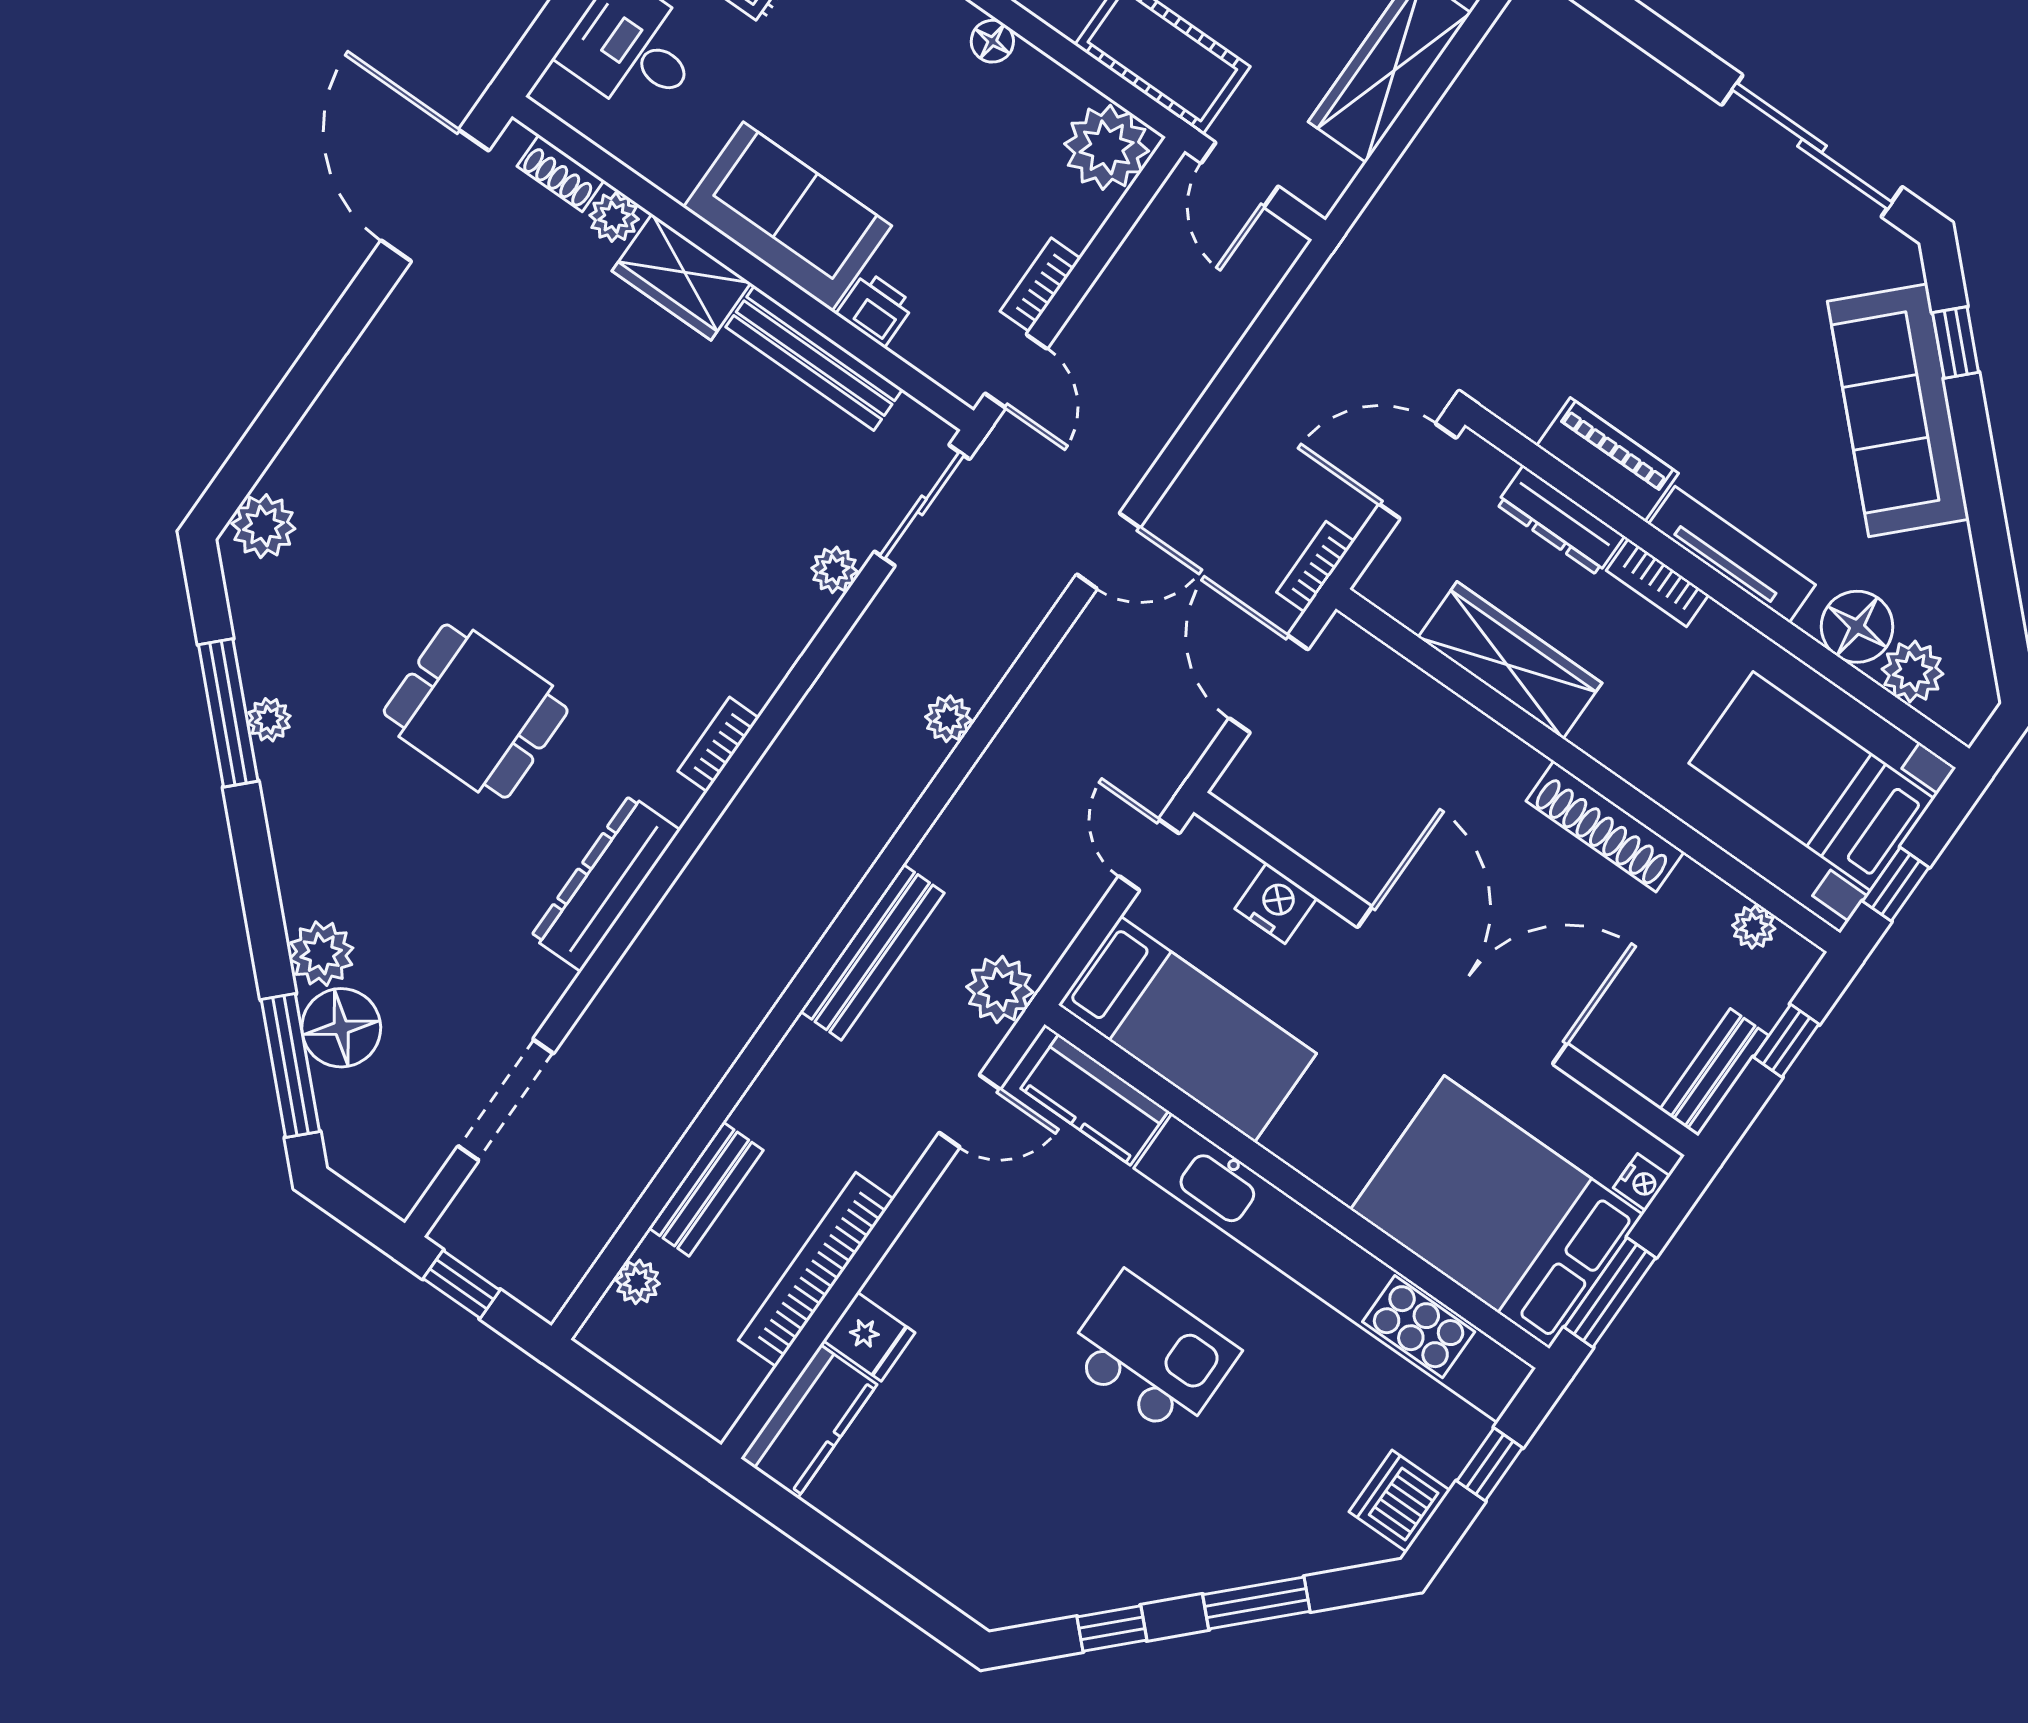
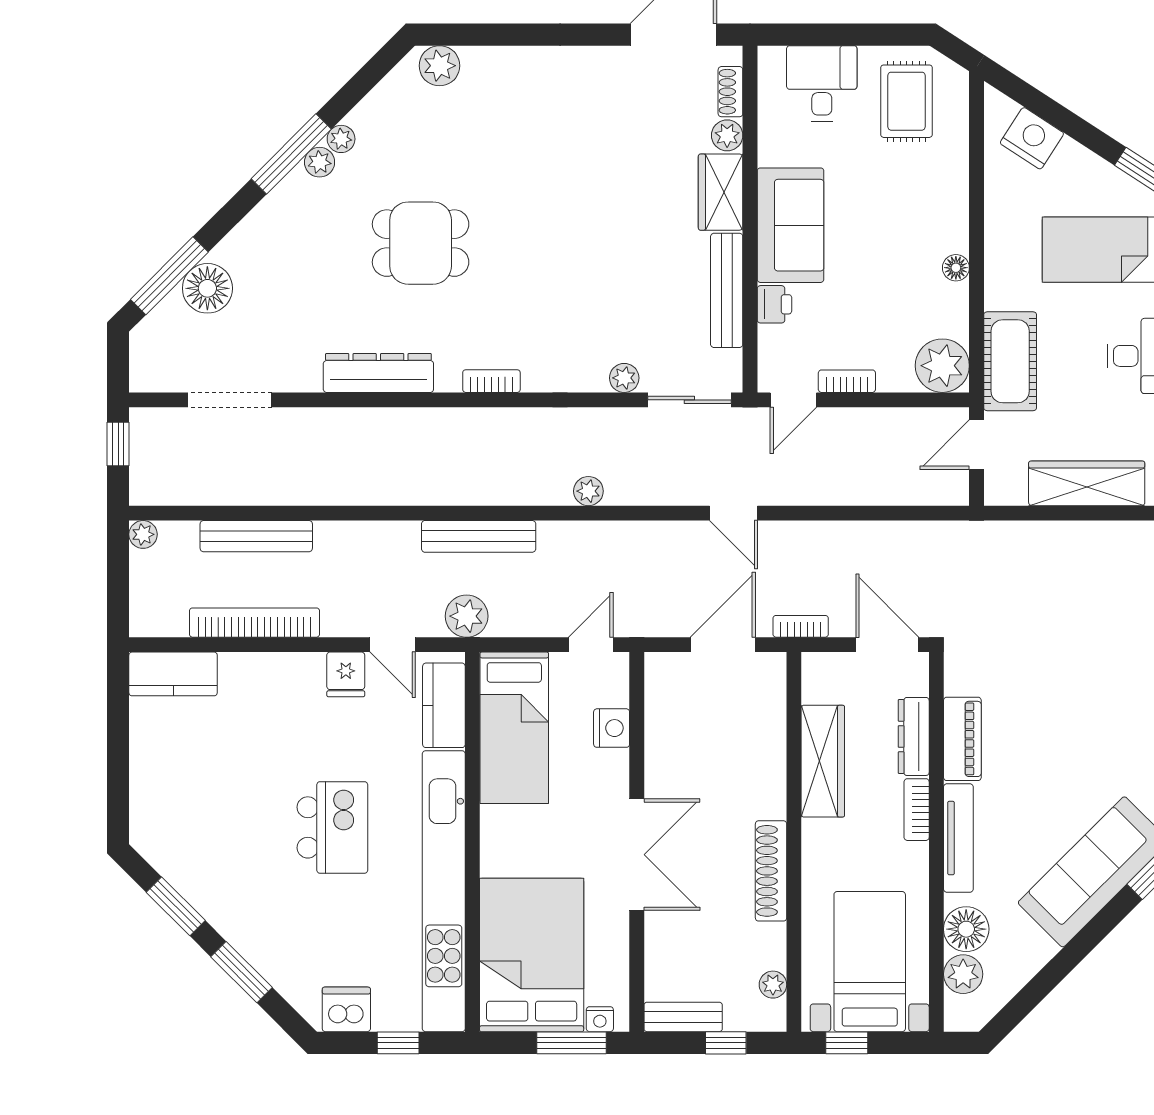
dining table: (476, 711) -> (421, 243), turned 90
window: (228, 713) -> (291, 154), moved
bench: (872, 952) -> (479, 536), moved
plant: (321, 954) -> (320, 162), moved, width x0.73, depth x0.73
double door: (1462, 985) -> (637, 855), width x0.73
bench: (706, 1189) -> (256, 536), width x1.36
plant: (638, 1282) -> (143, 534), moved
window: (1610, 1292) -> (572, 1043), moved
fridge: (869, 1337) -> (346, 674), moved
window: (1112, 1629) -> (176, 906), width x1.50

